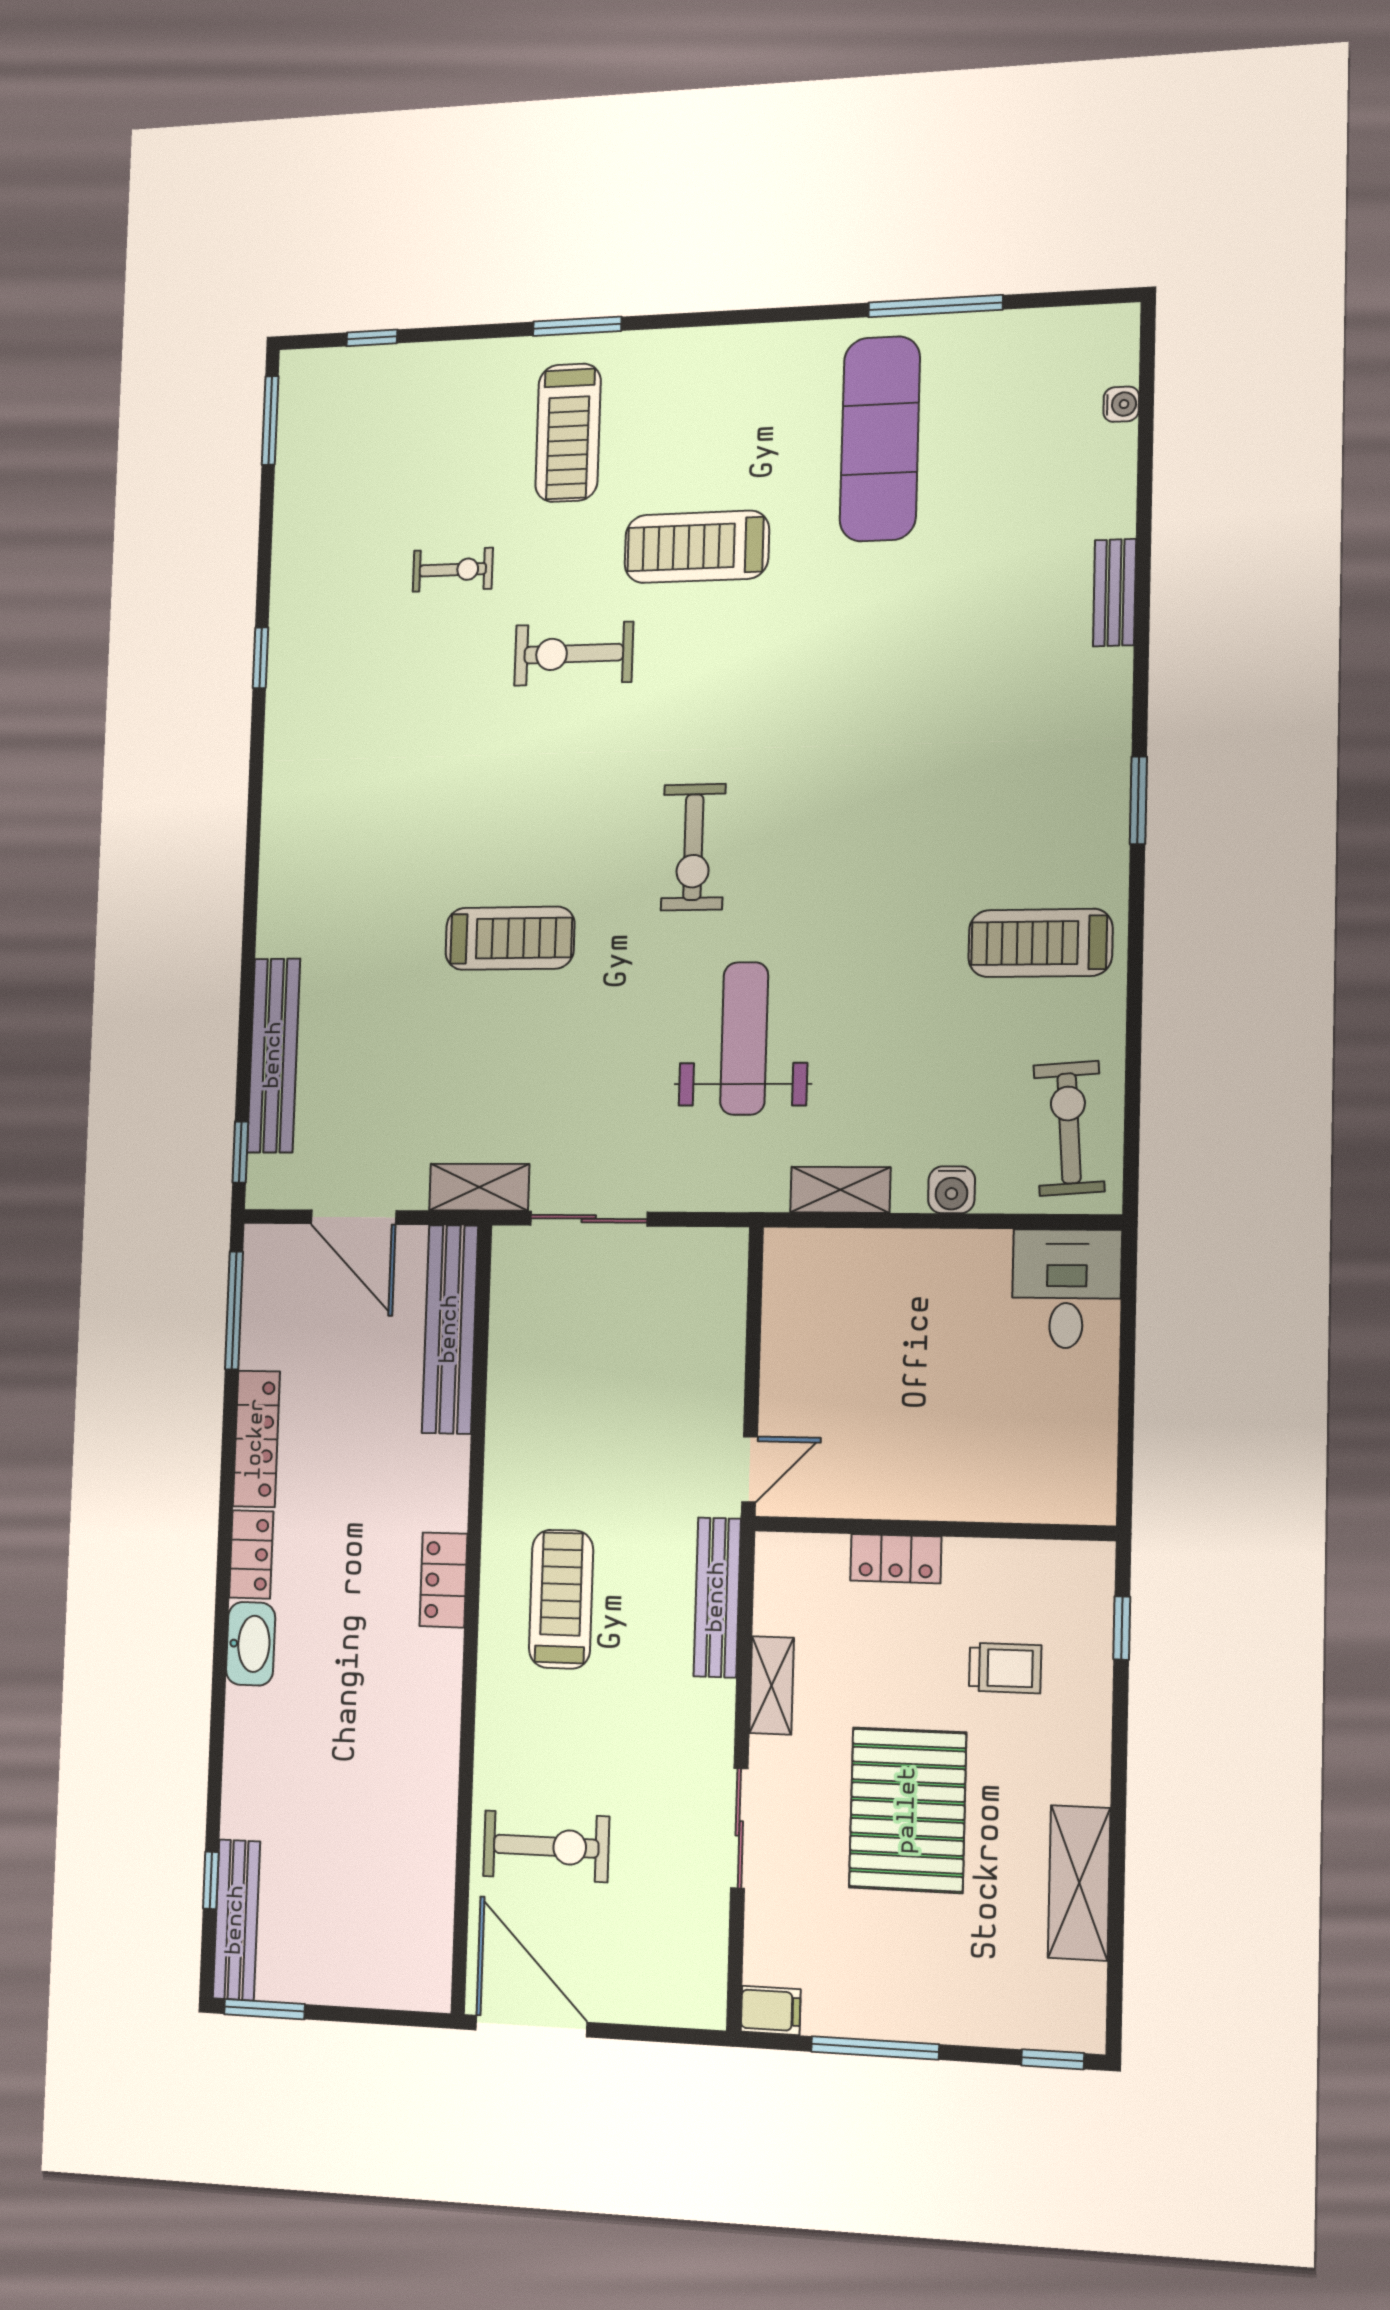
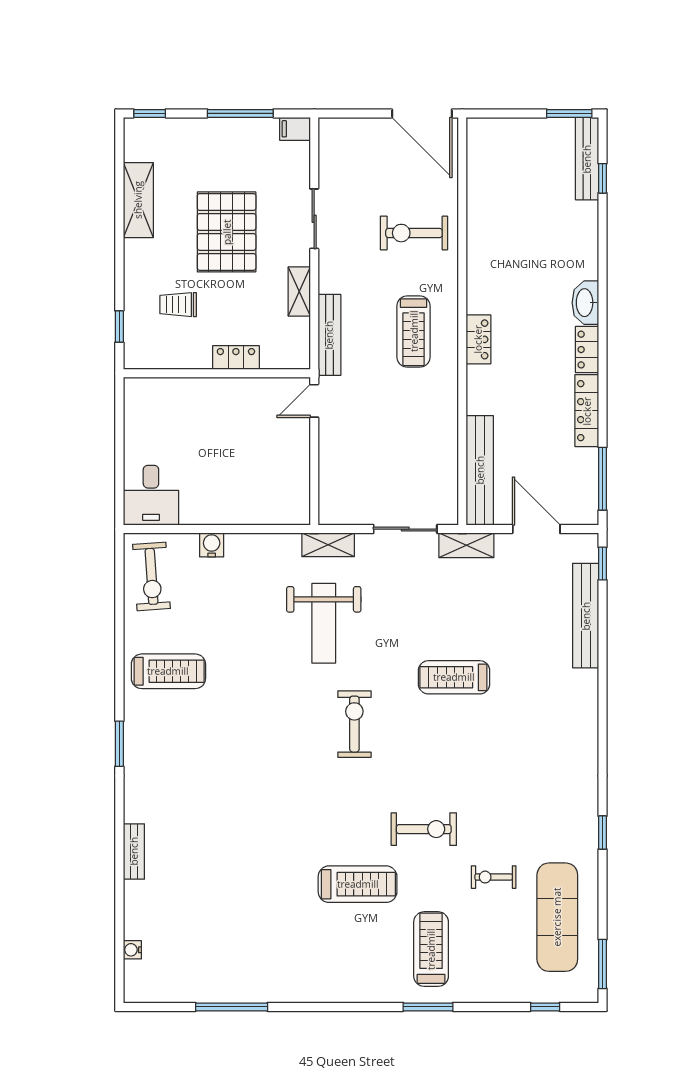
exercise mat: (880, 439) -> (557, 917), moved
shelving: (840, 1190) -> (328, 545), moved
exercise bike: (546, 1846) -> (414, 233), moved

